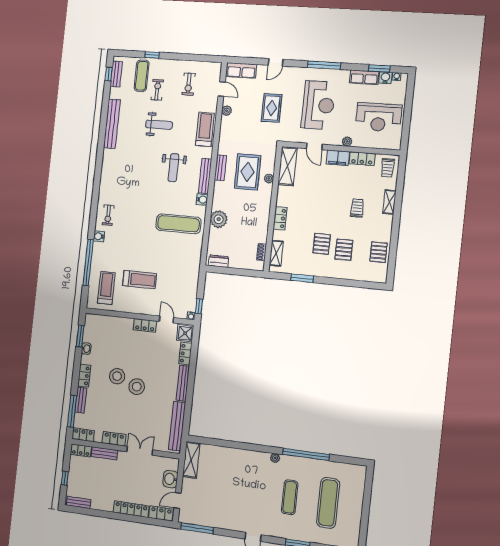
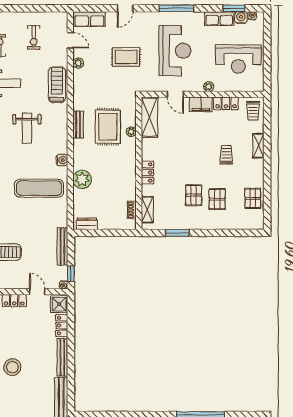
rug: (272, 108) -> (126, 57), turned 90
bench: (205, 176) -> (62, 247), moved

